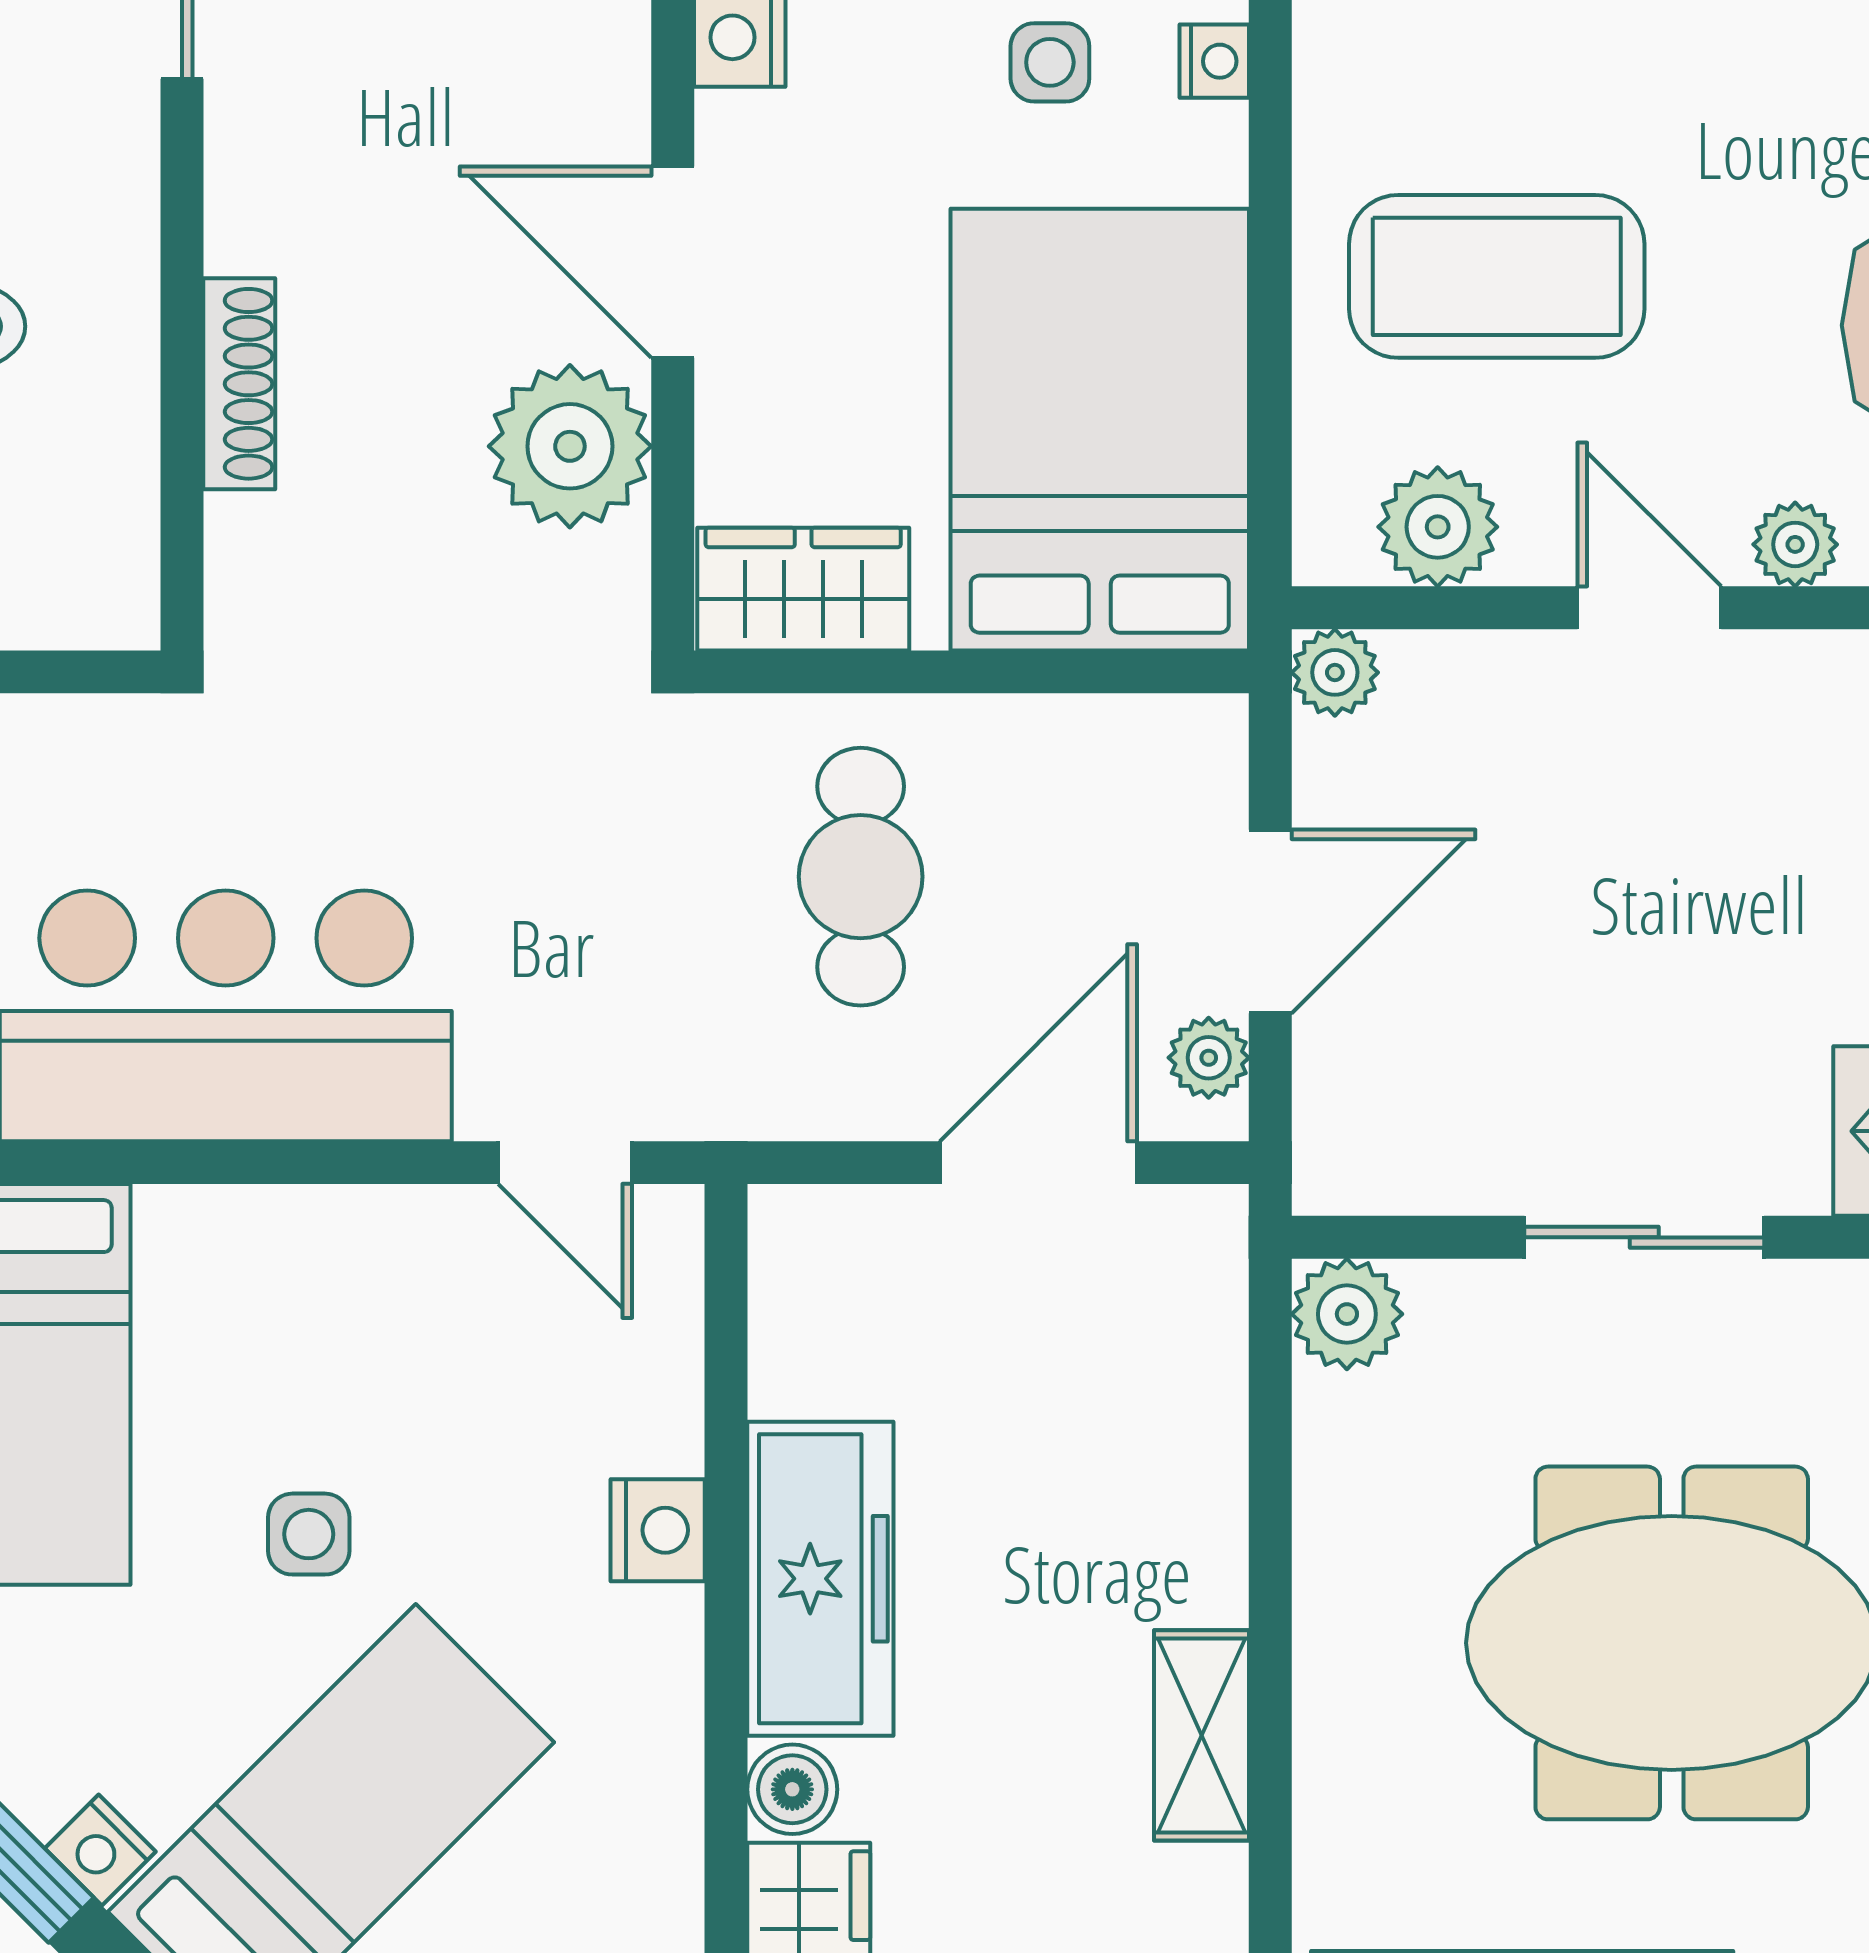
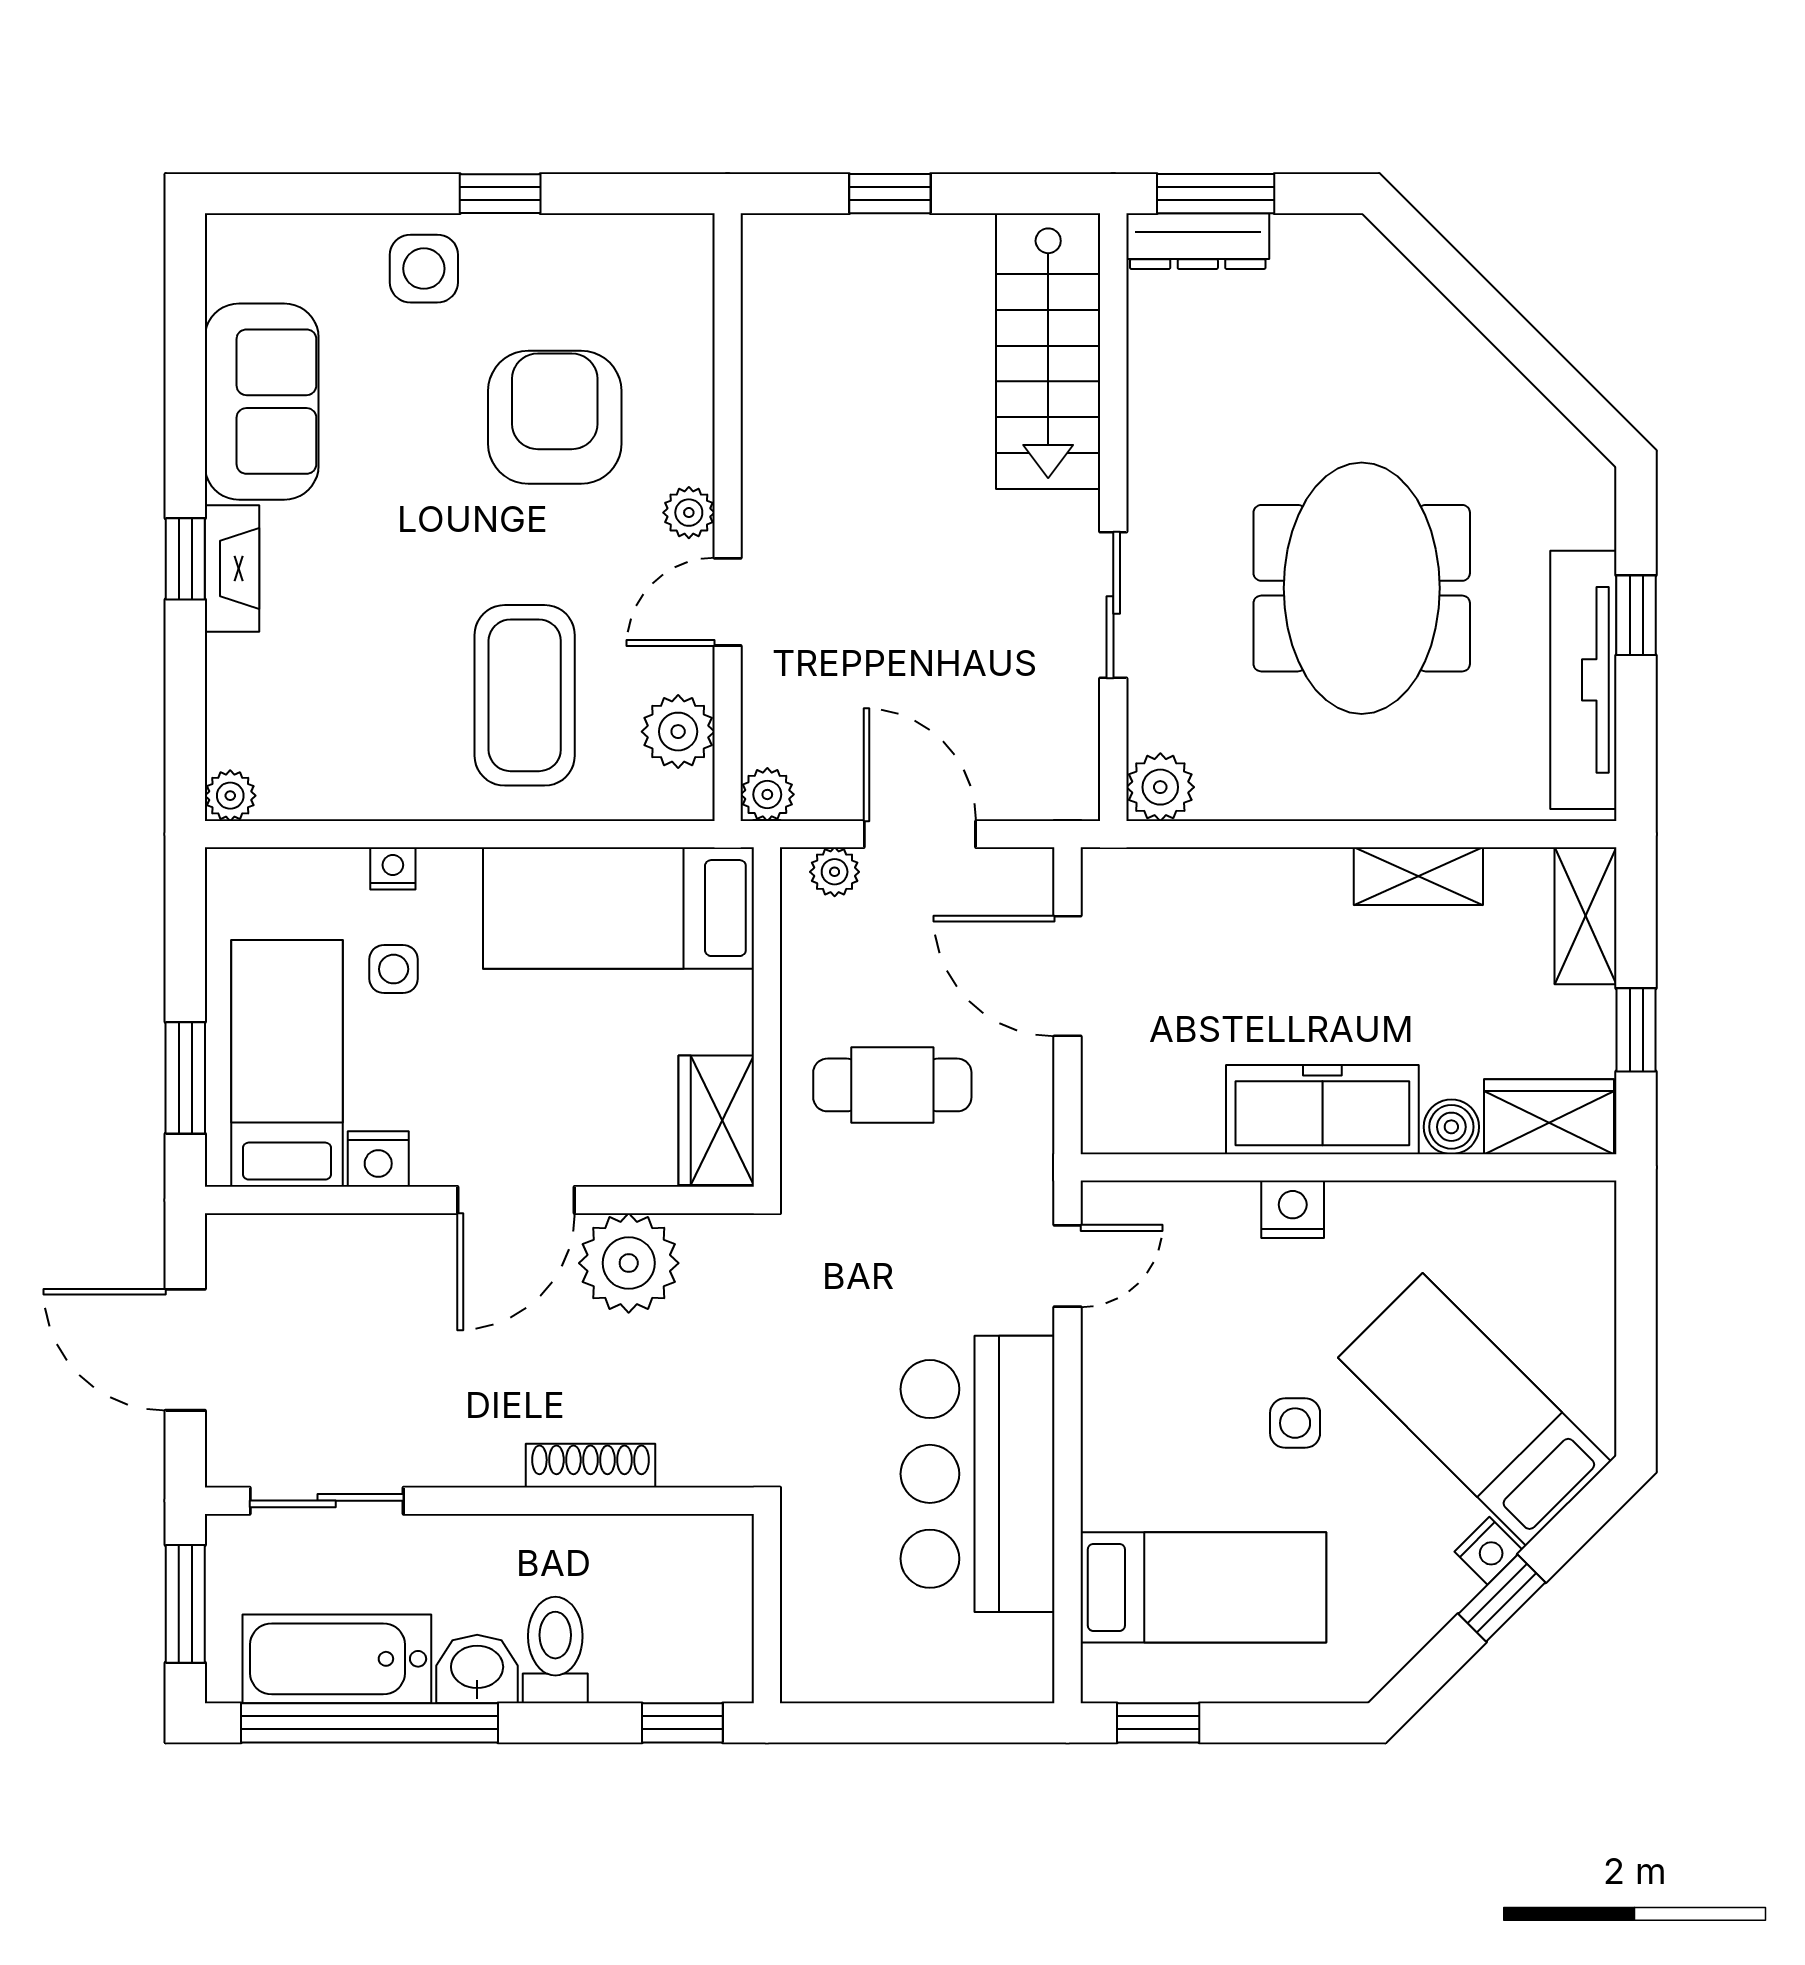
bed: (1100, 430) -> (619, 908), width x0.67
plant: (1209, 1058) -> (835, 872), moved

